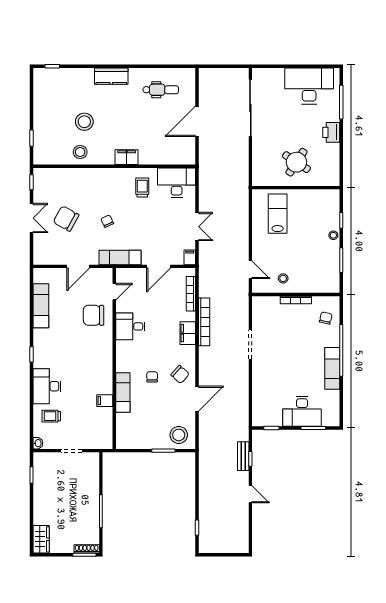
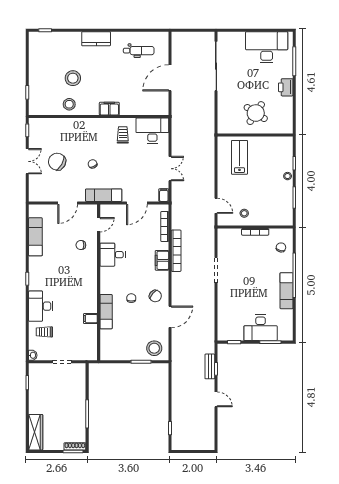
chair: (94, 315) -> (81, 245), width x0.54, depth x0.54
wardrobe: (41, 539) -> (36, 432), width x1.50

